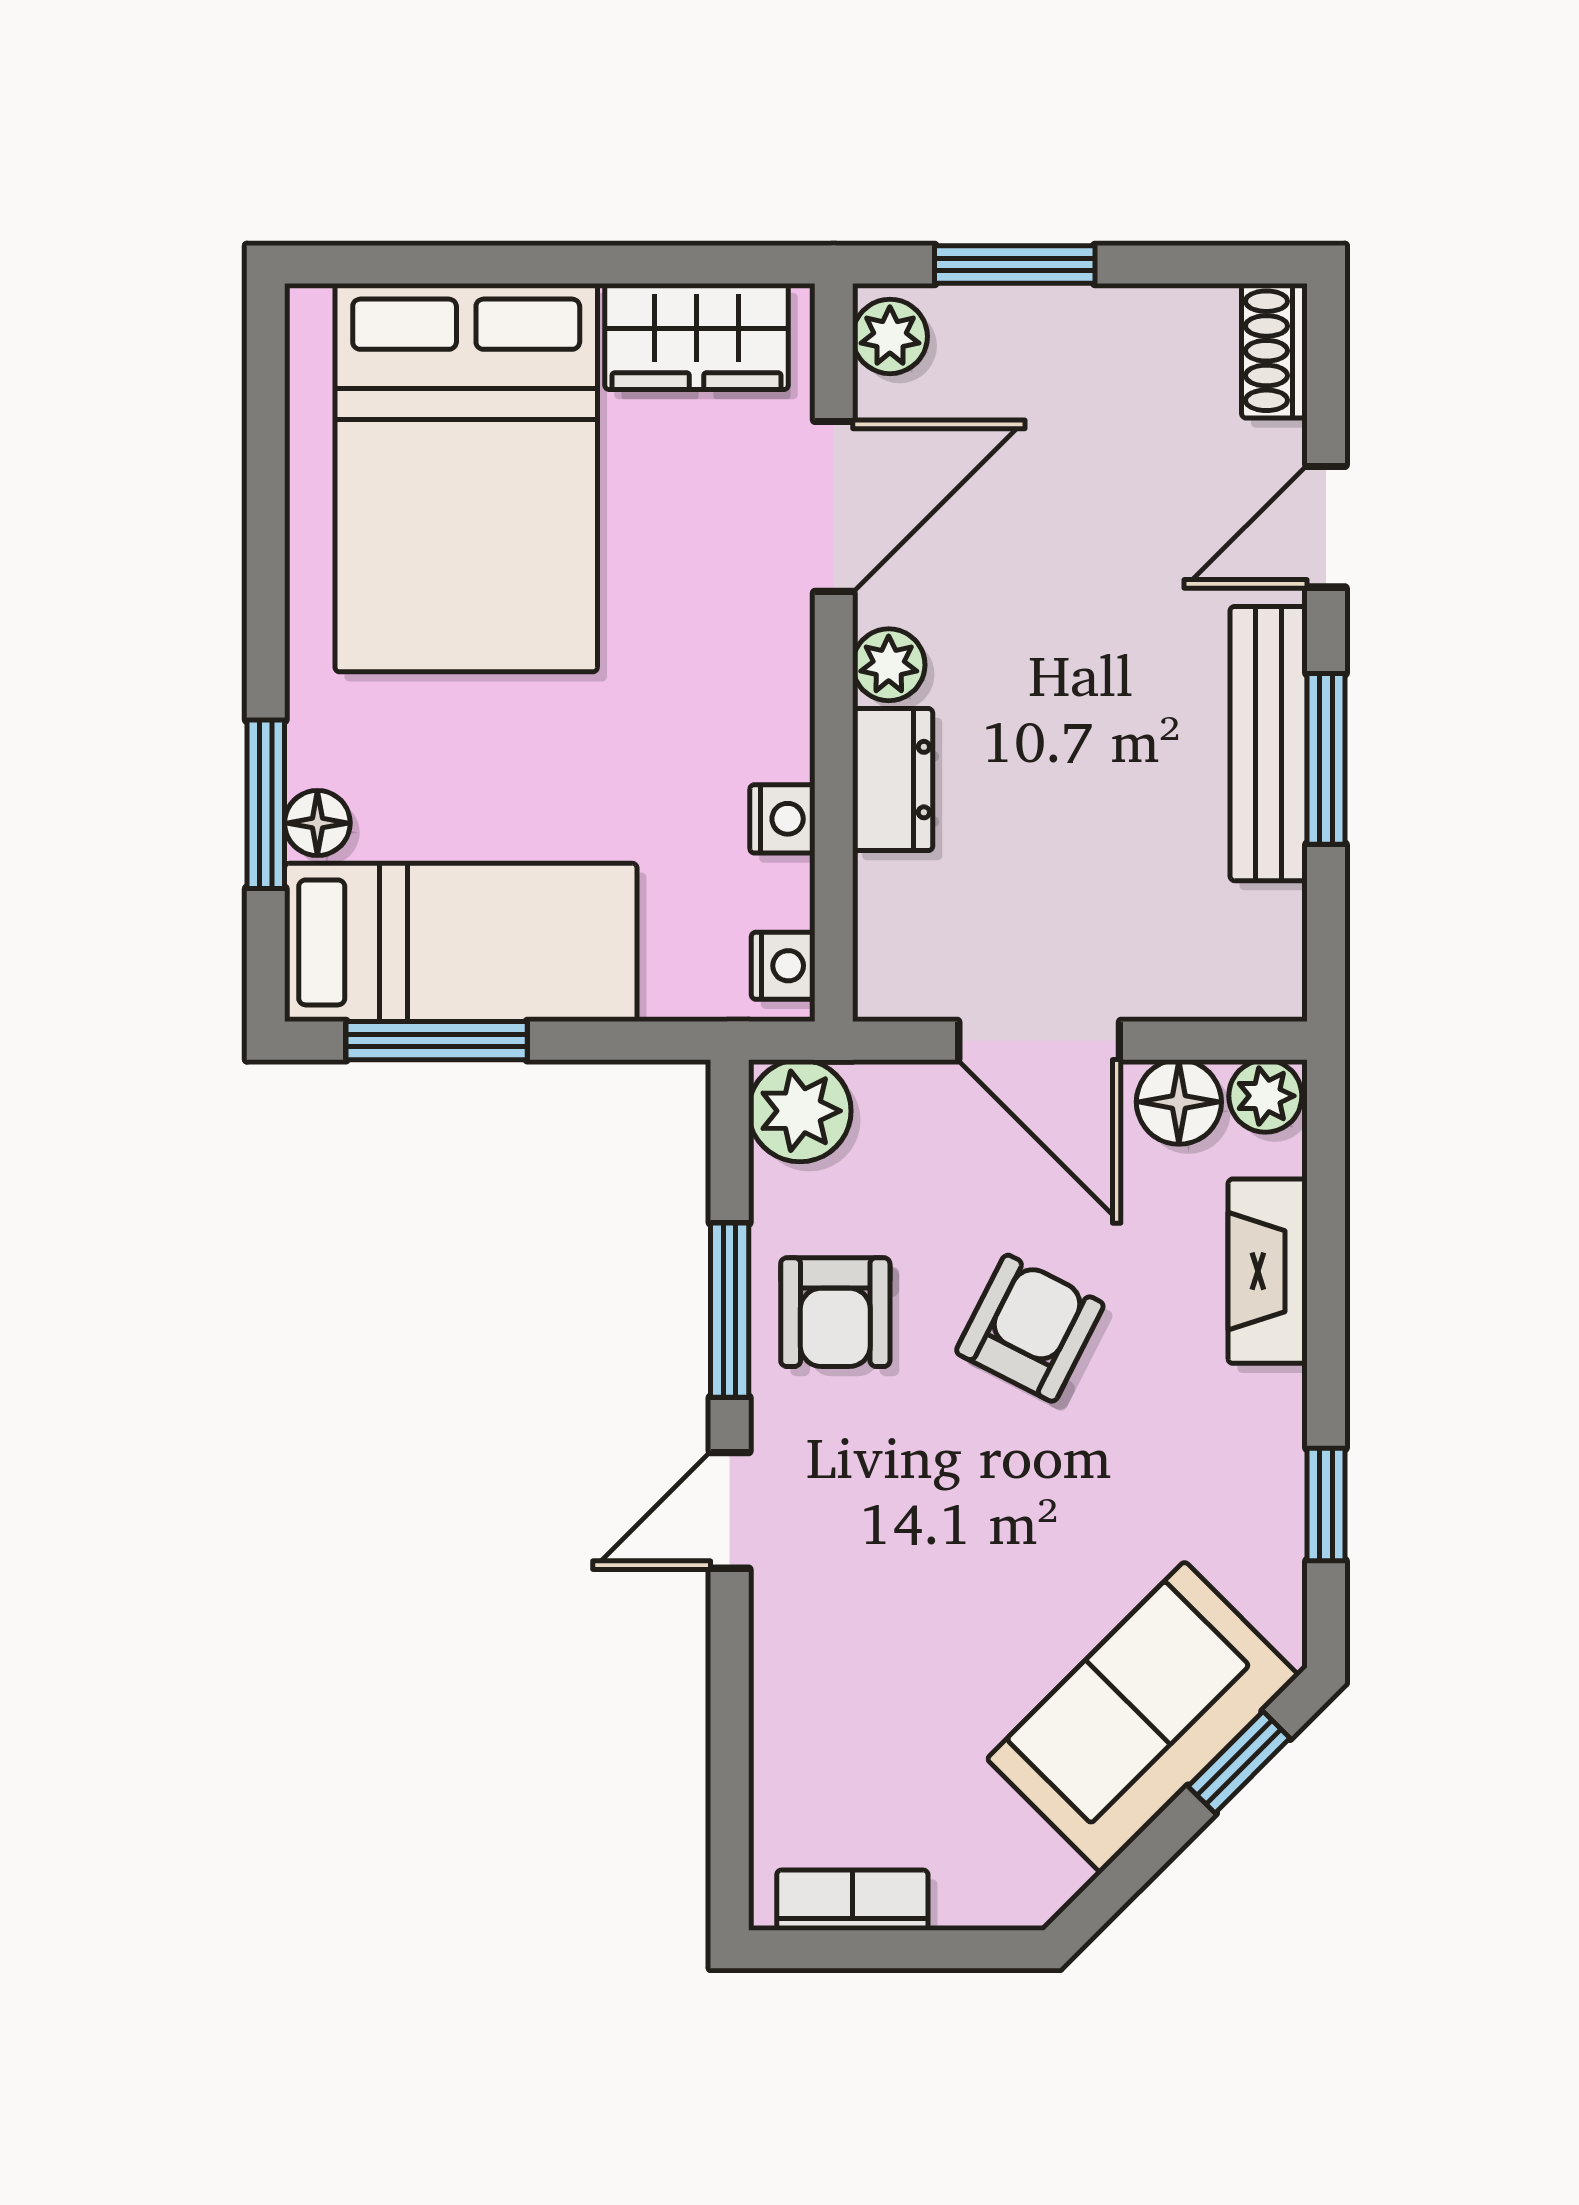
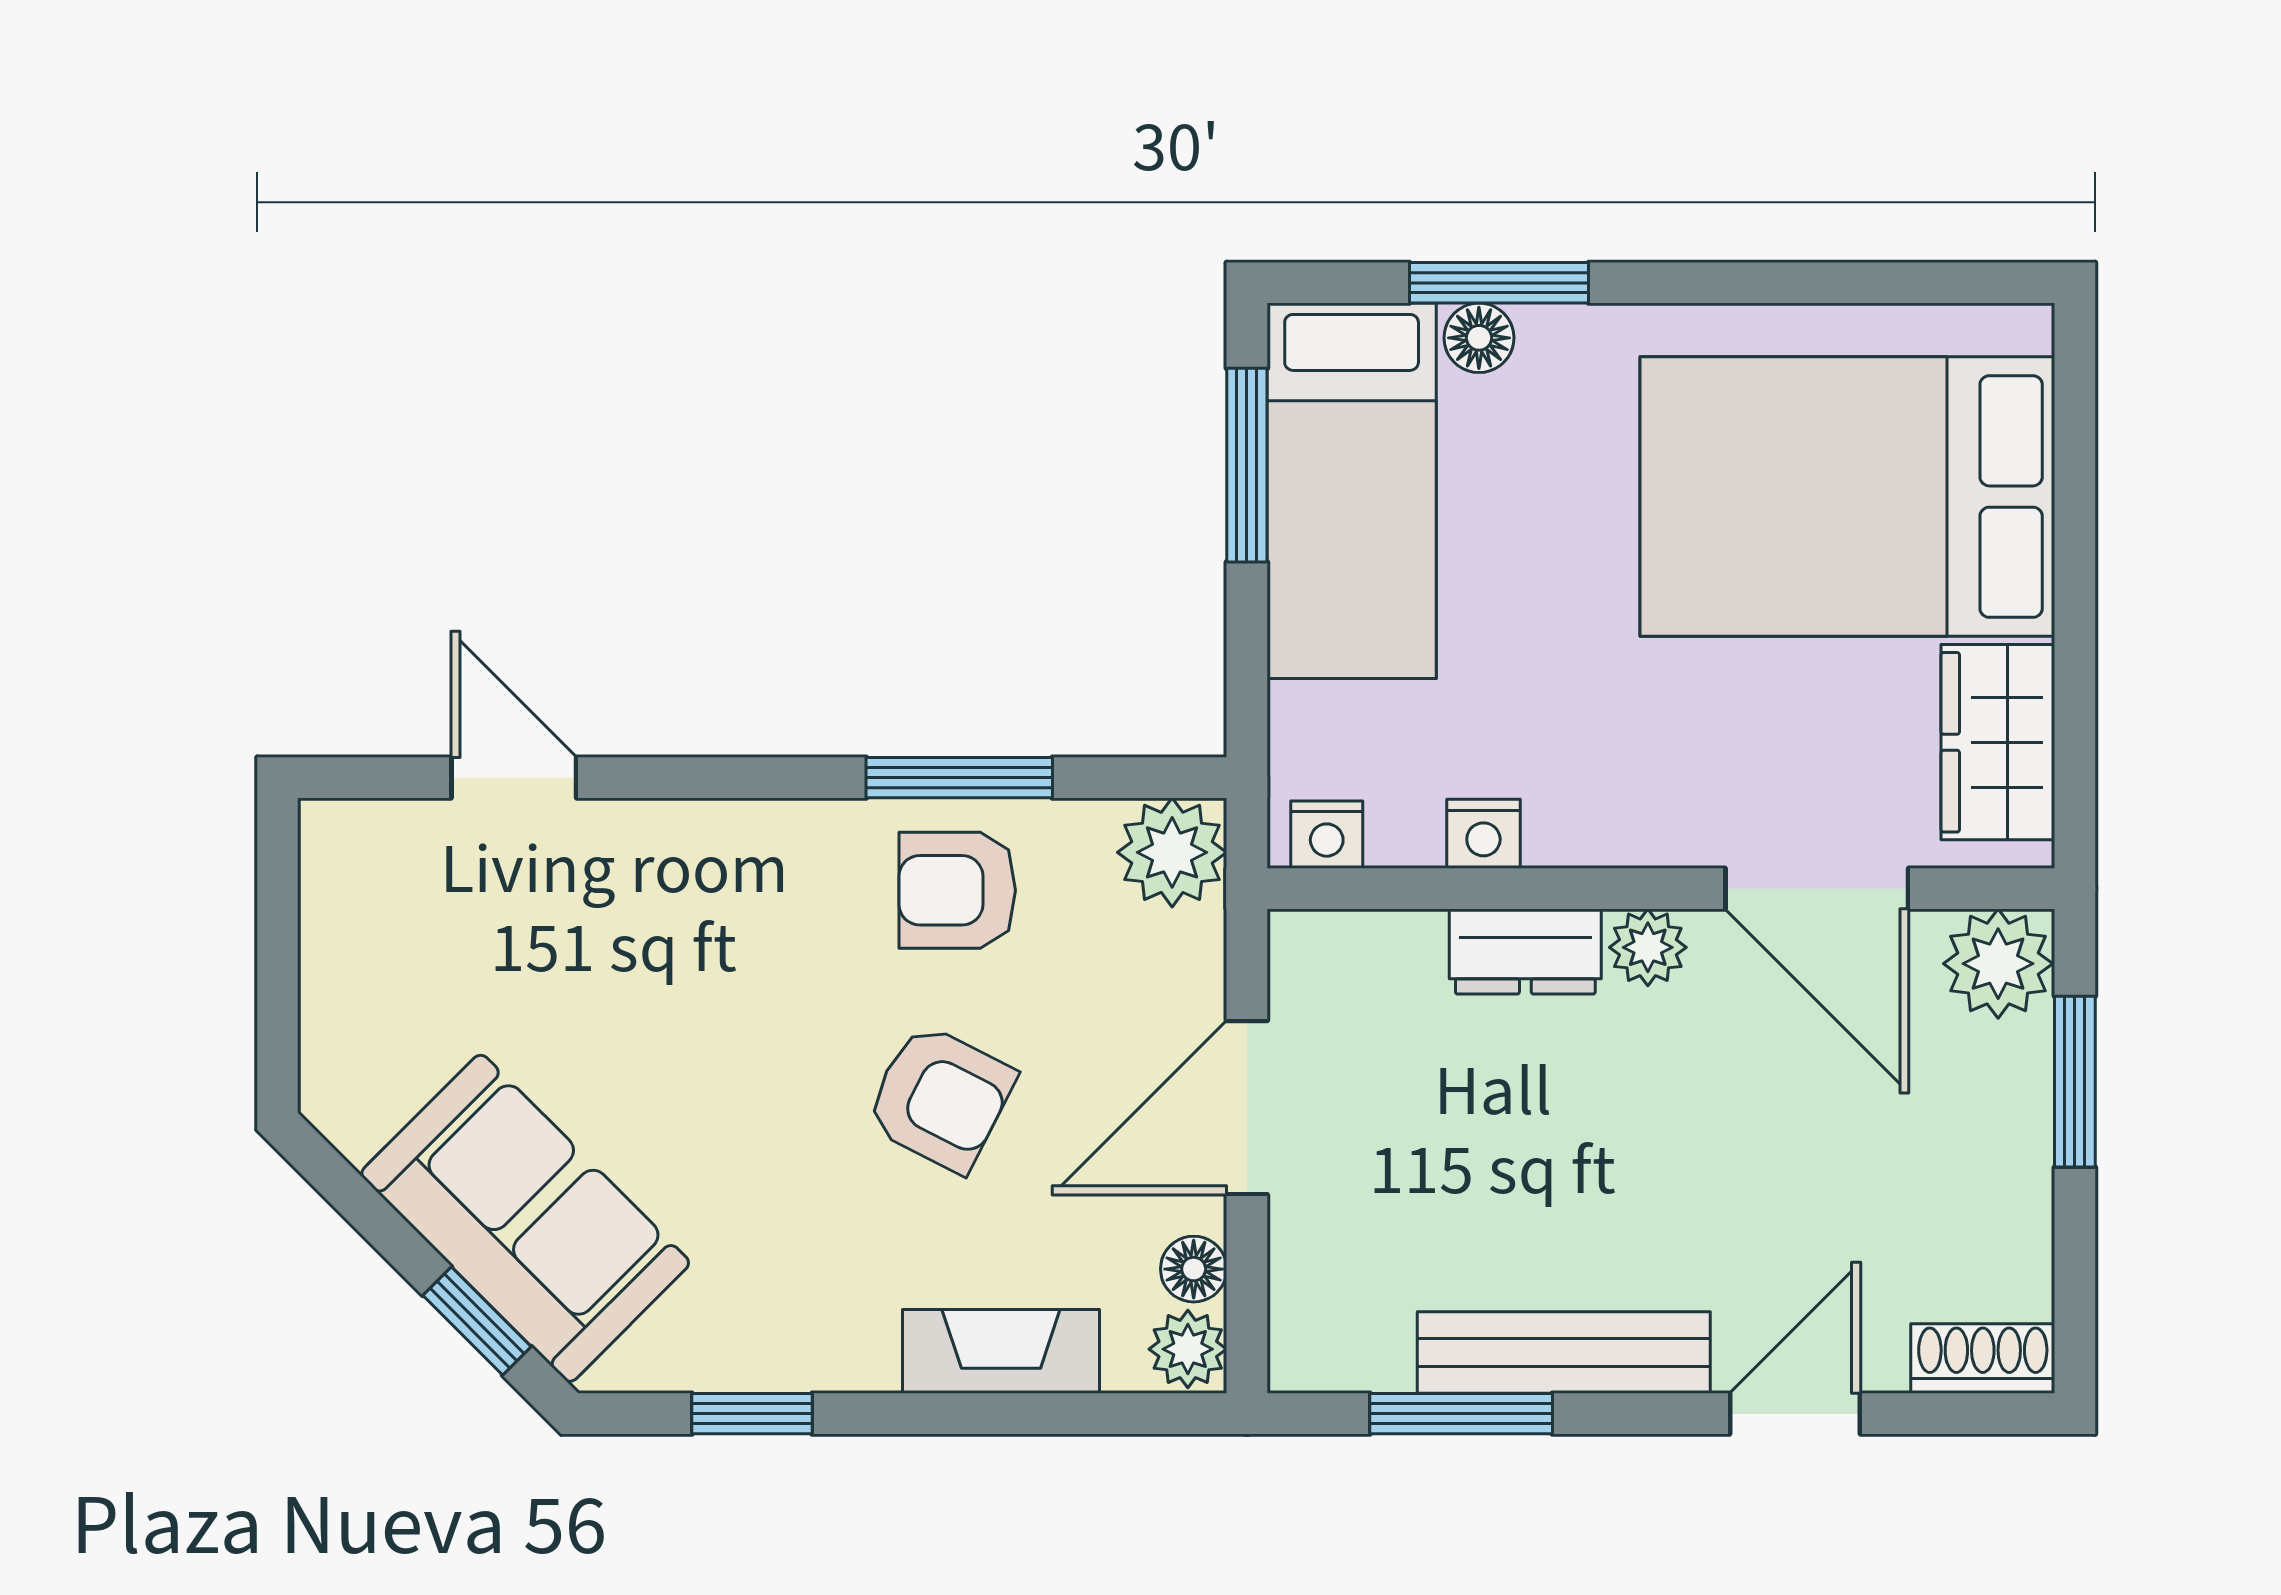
plant: (890, 336) -> (1998, 964), width x1.38, depth x1.38
door: (1326, 527) -> (1795, 1414), hinge flipped
window: (1326, 759) -> (1461, 1414), moved
floor lamp: (1179, 1102) -> (1194, 1269), width x0.73, depth x0.73
door: (730, 1510) -> (514, 778), moved
bookcase: (852, 1900) -> (330, 908), removed

